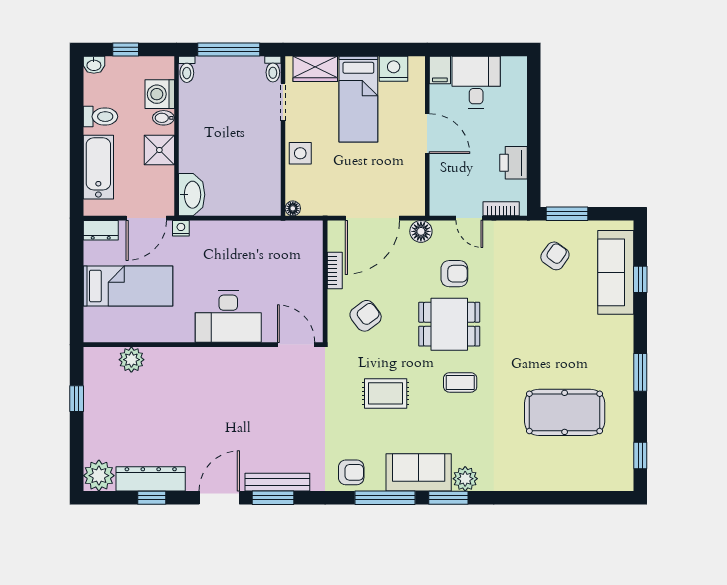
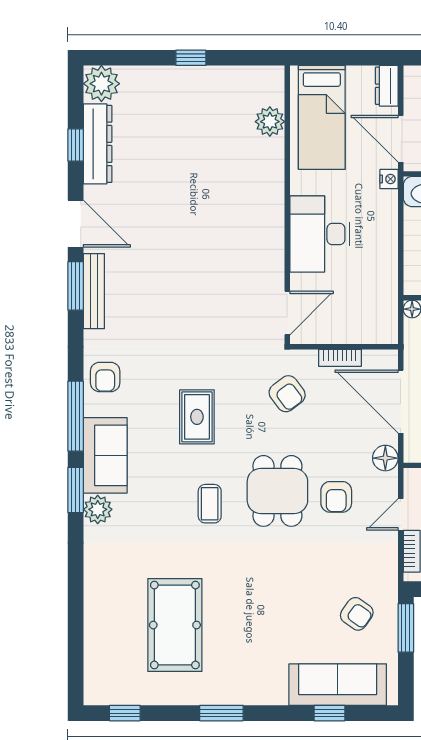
desk: (228, 317) -> (320, 234), moved
wall: (203, 345) -> (287, 205), moved
door: (296, 345) -> (287, 313), moved
plant: (131, 360) -> (270, 122), moved

